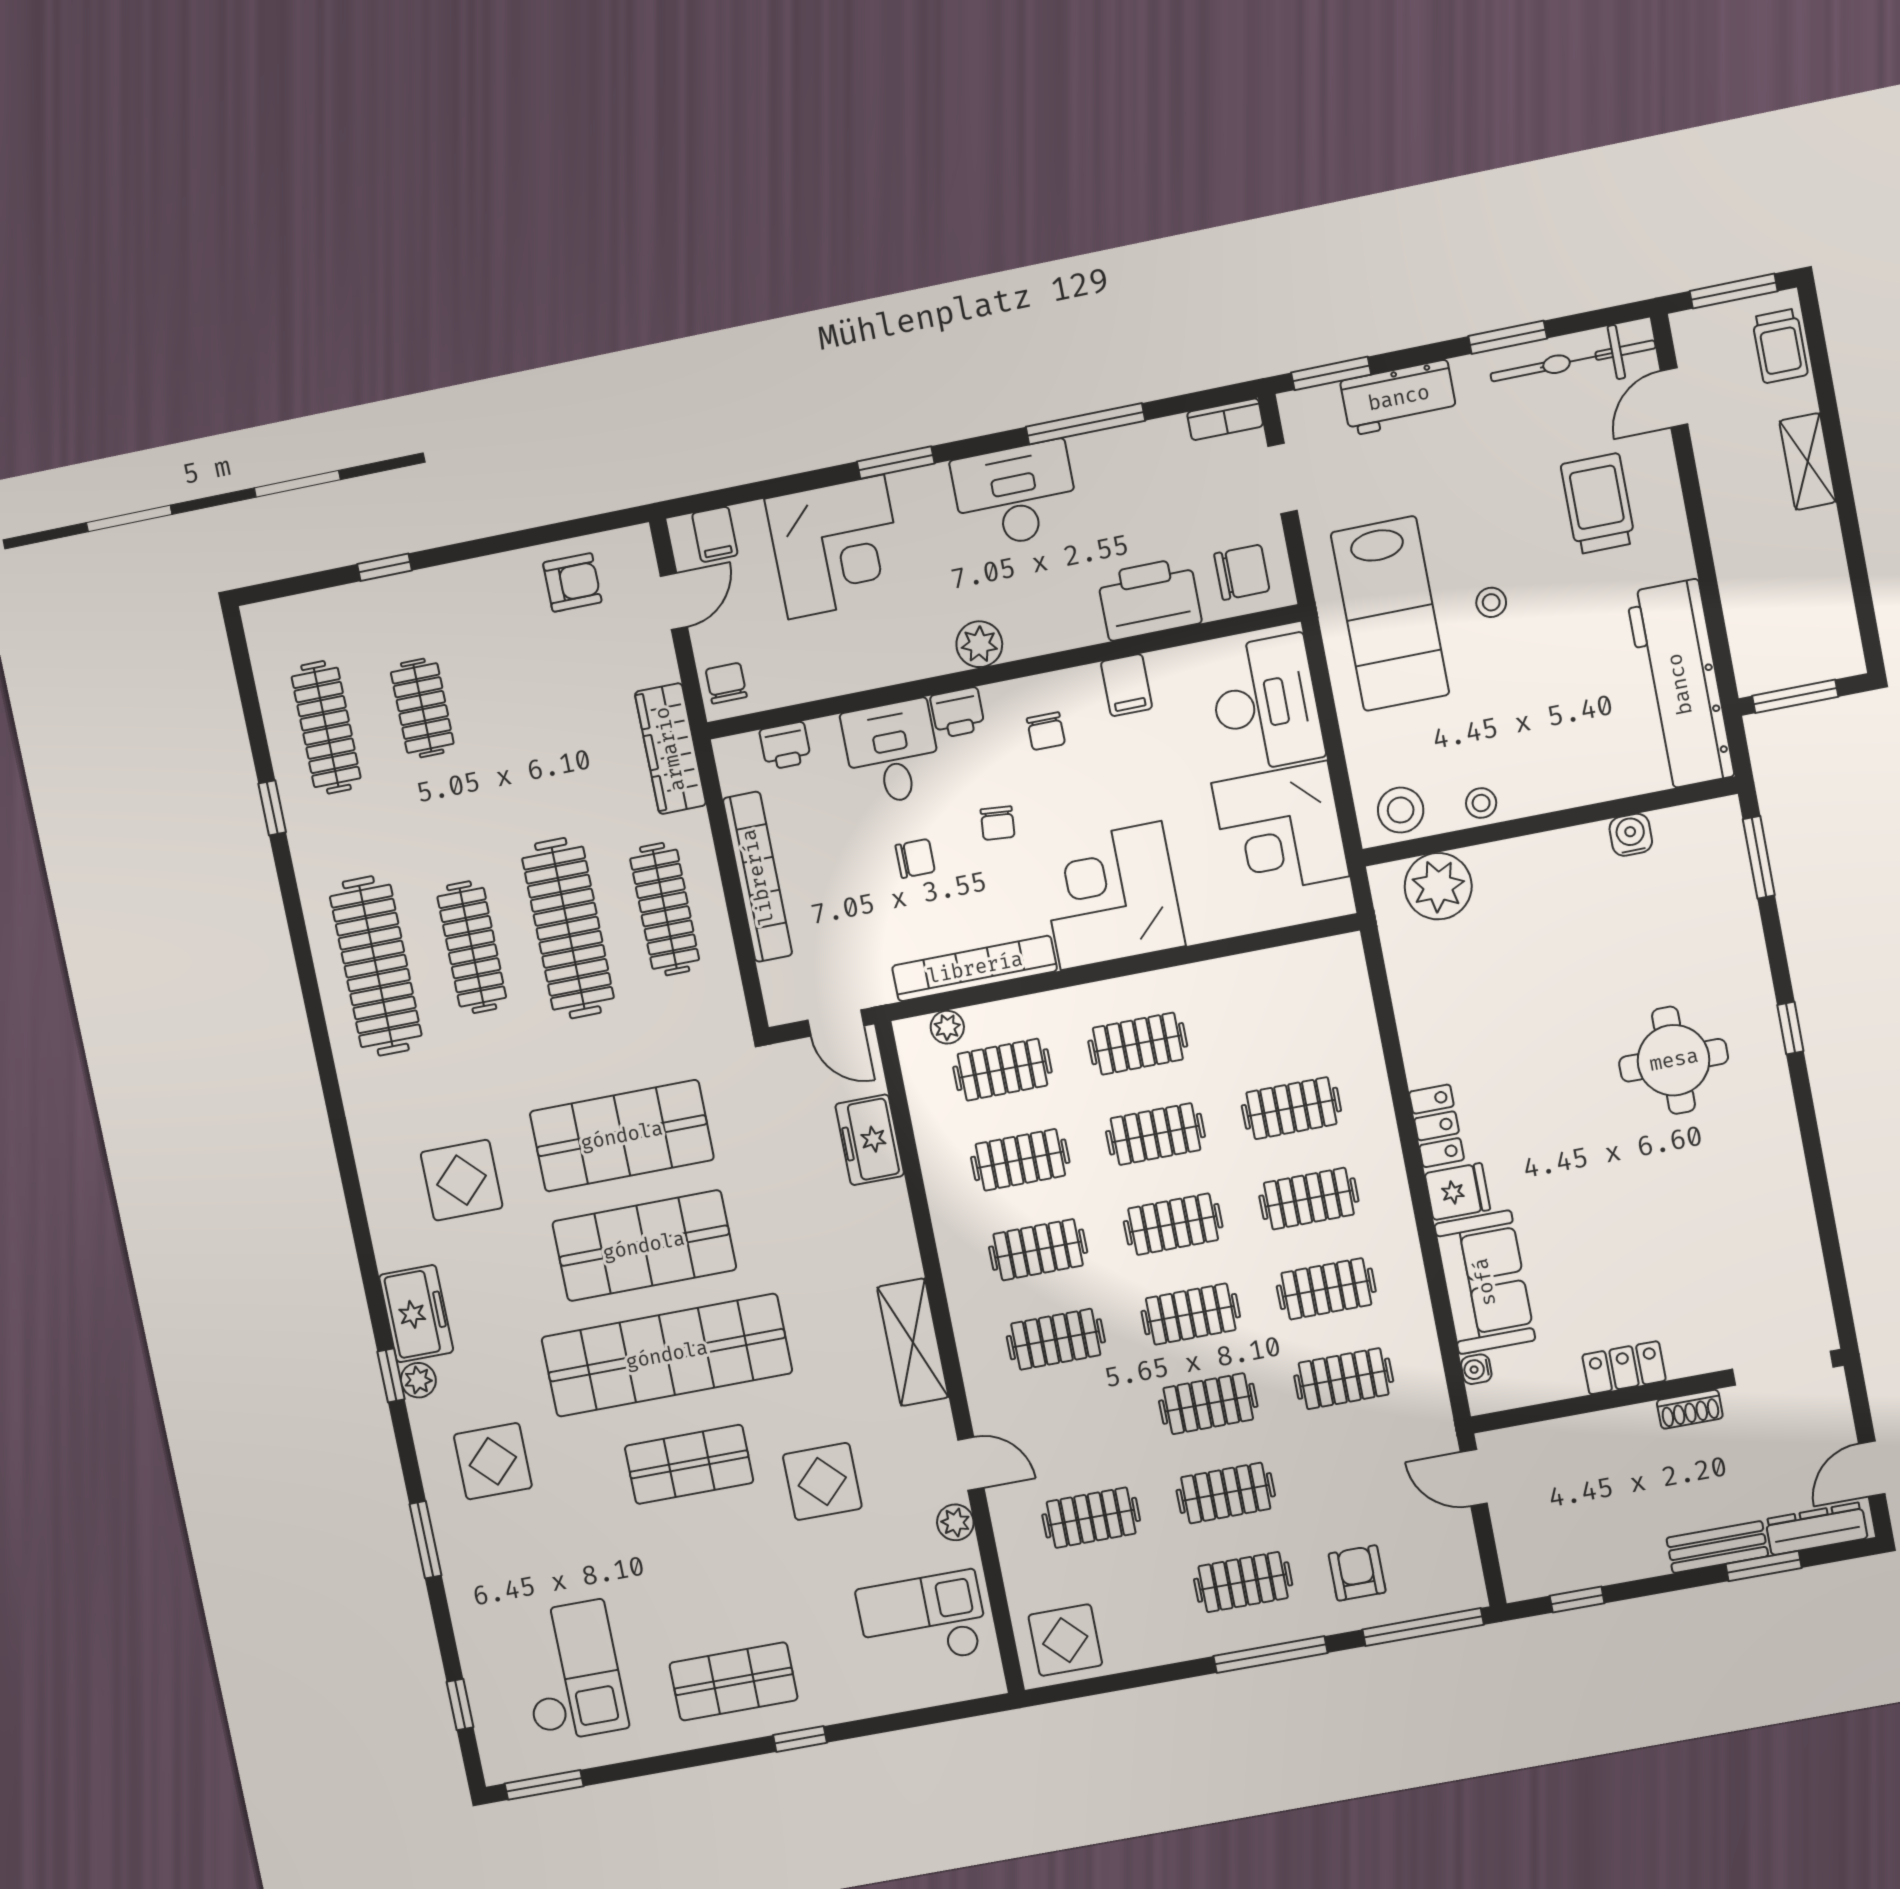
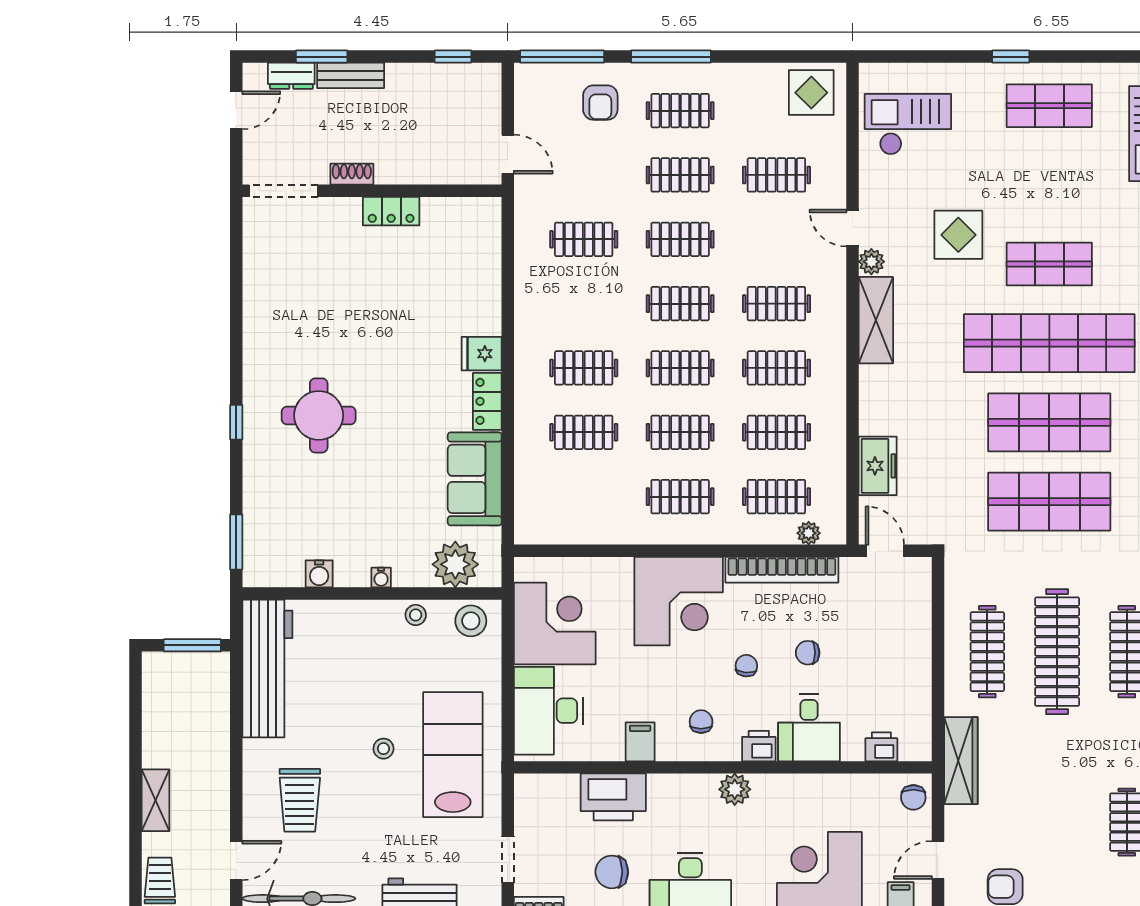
chair: (1242, 572) -> (612, 872), moved
bookcase: (758, 877) -> (919, 661), removed
sofa: (1485, 1282) -> (475, 479), moved
clothes rail: (1326, 1289) -> (584, 304), removed
water cooler: (1476, 1369) -> (381, 578), moved, turned 90
plant: (955, 1522) -> (871, 262), moved
dresser: (1816, 1529) -> (291, 76), width x0.70
checkout: (923, 1621) -> (908, 124), turned 180

